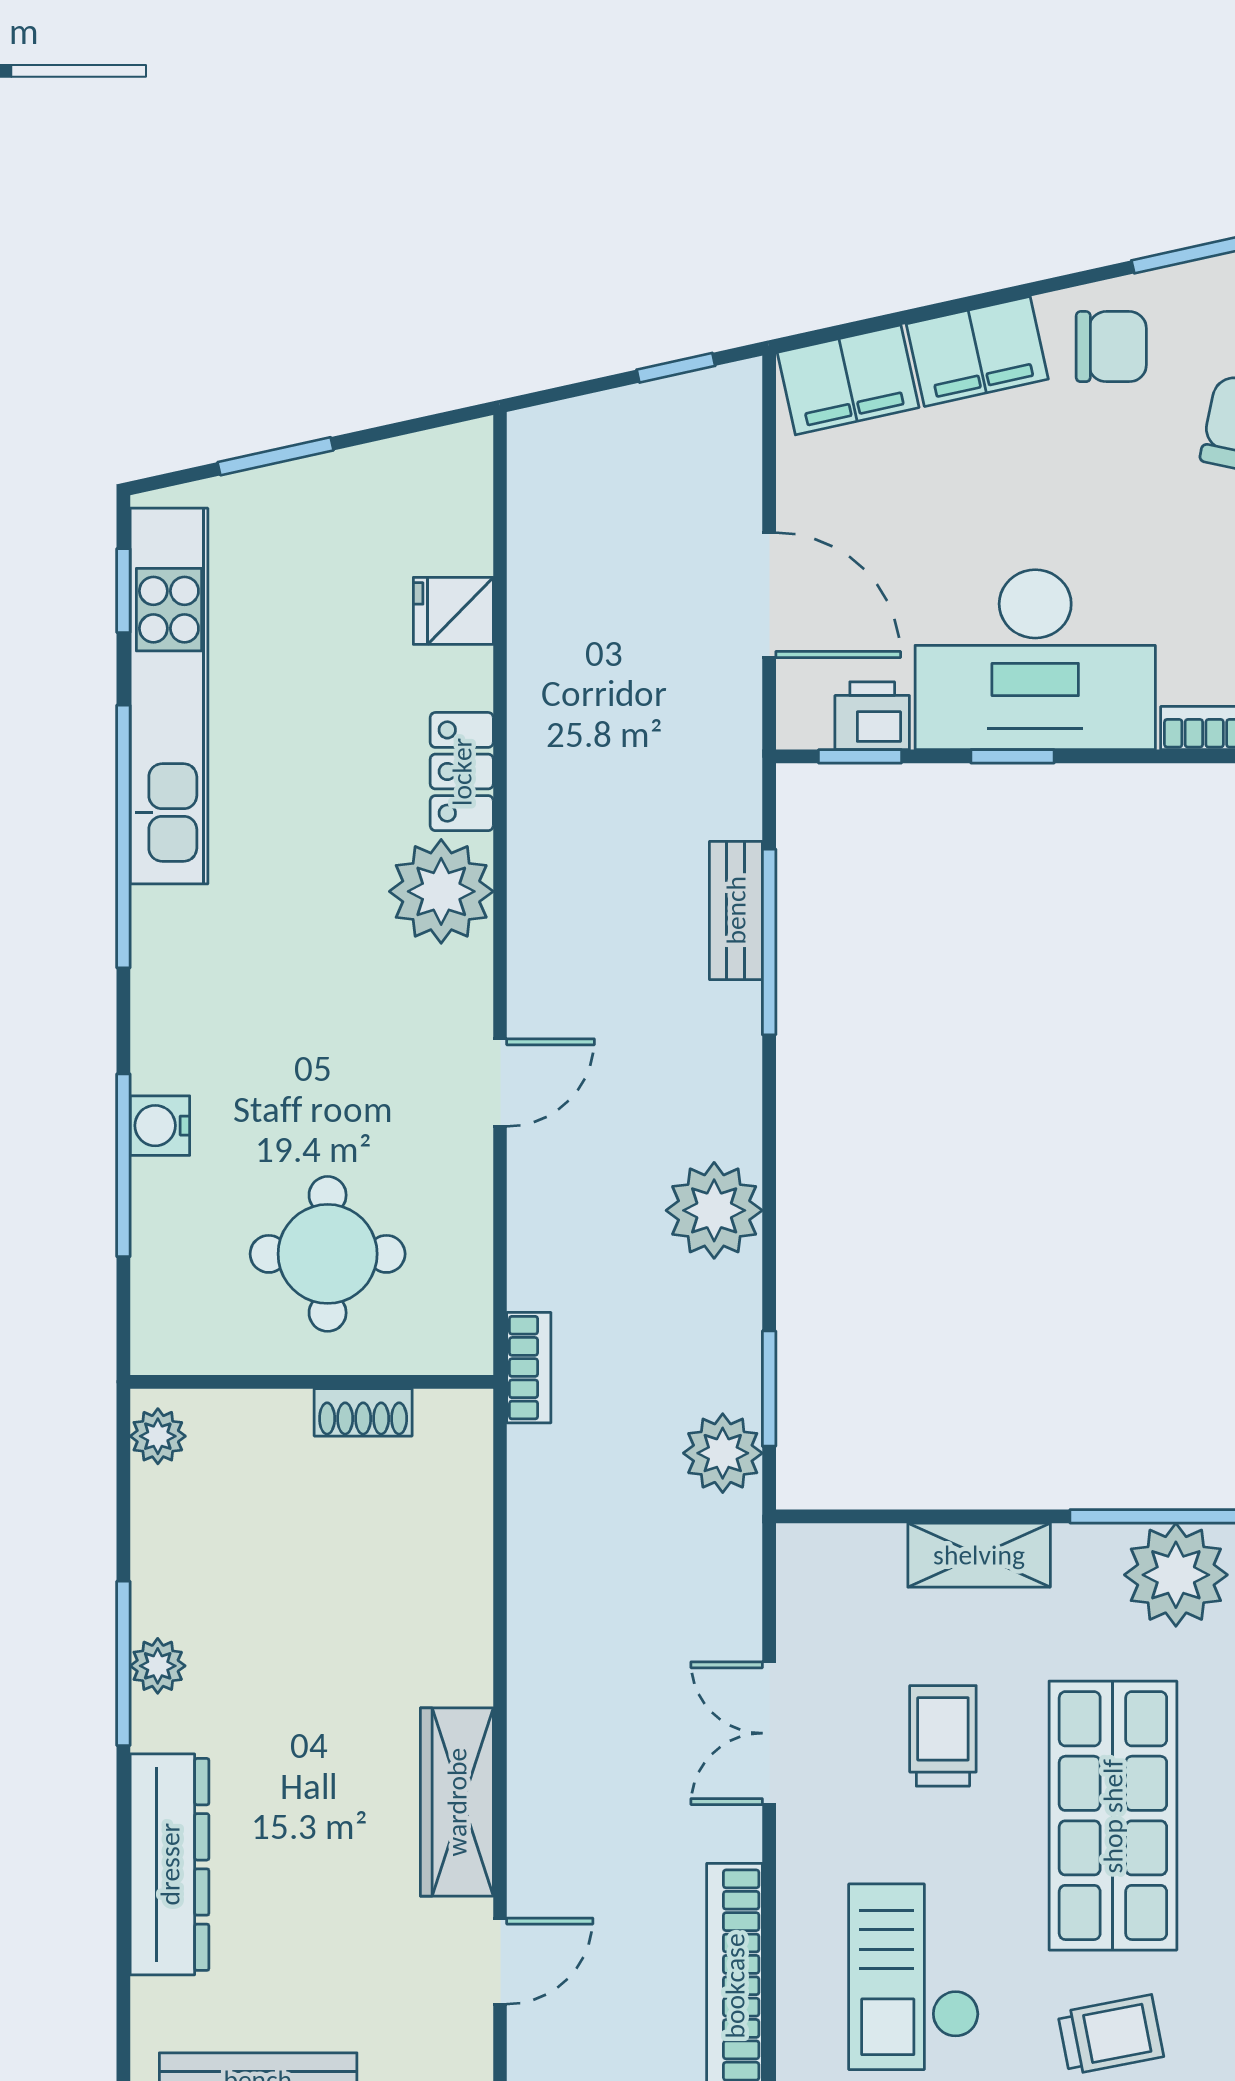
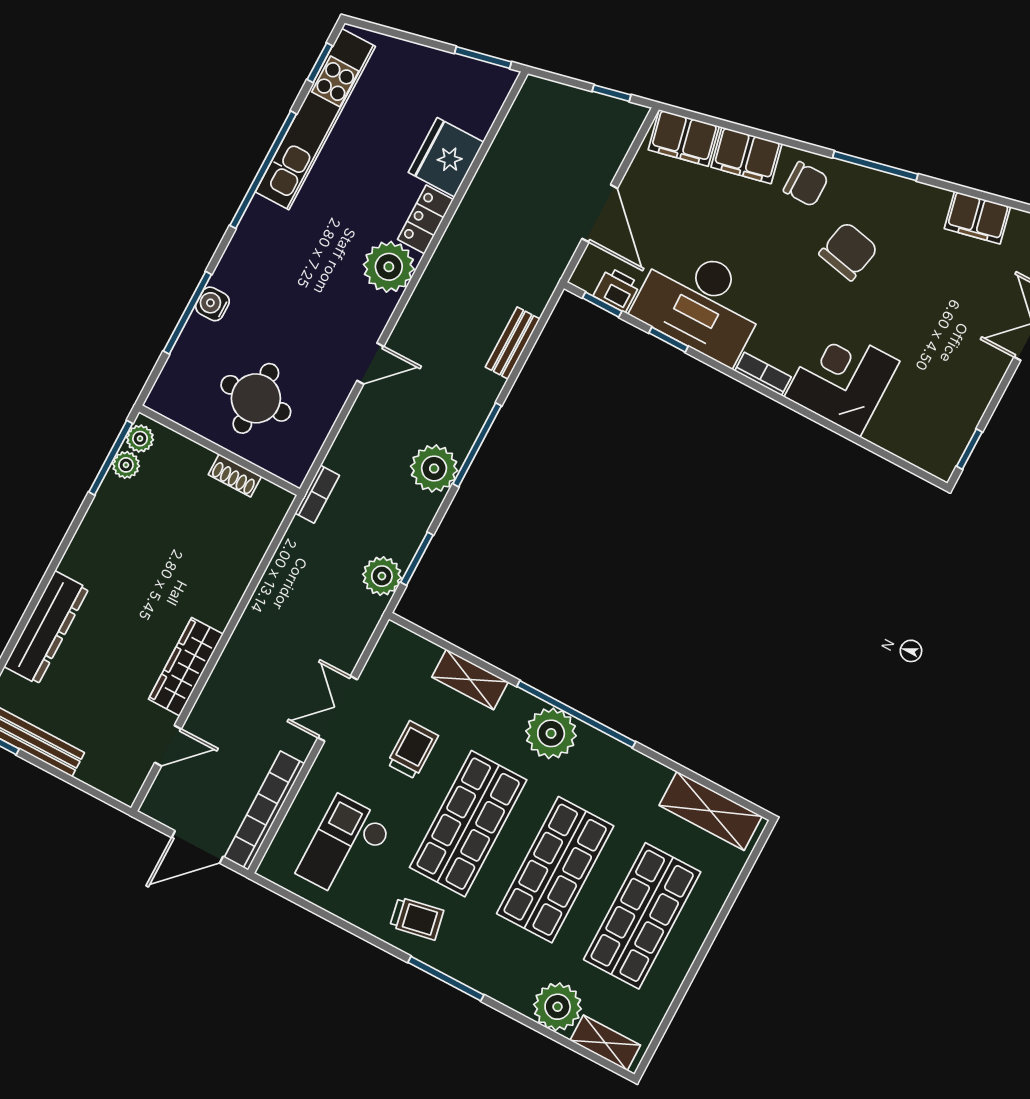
window: (276, 456) -> (483, 58), moved
fridge: (453, 611) -> (446, 157), width x1.88, depth x1.34
window: (769, 942) -> (477, 445), moved
window: (123, 1663) -> (111, 458), moved
plant: (158, 1666) -> (126, 465), moved

